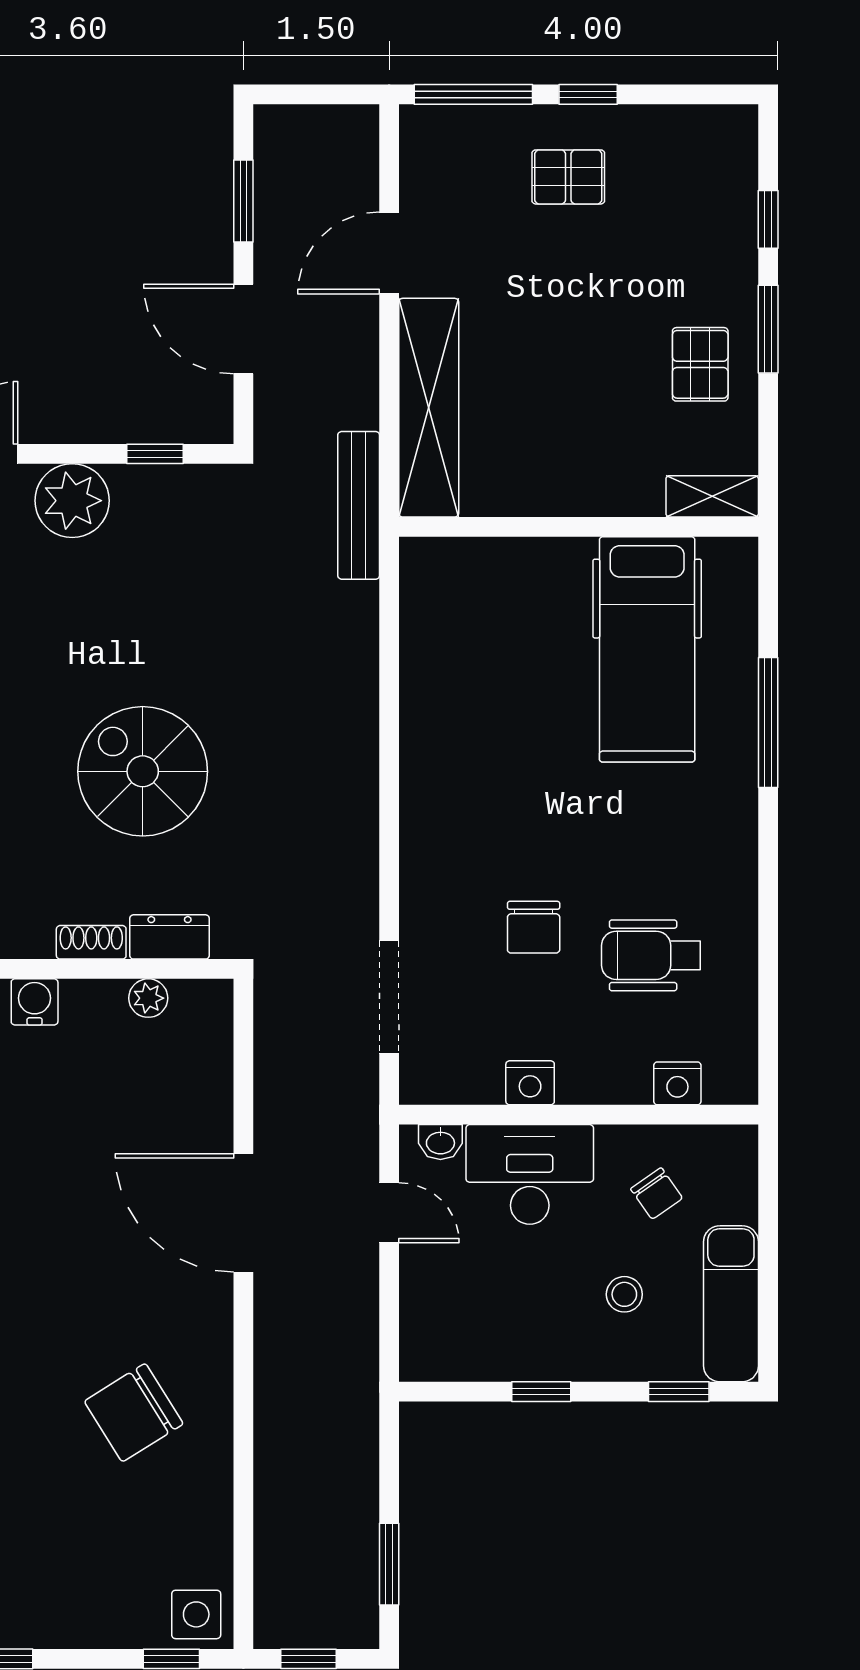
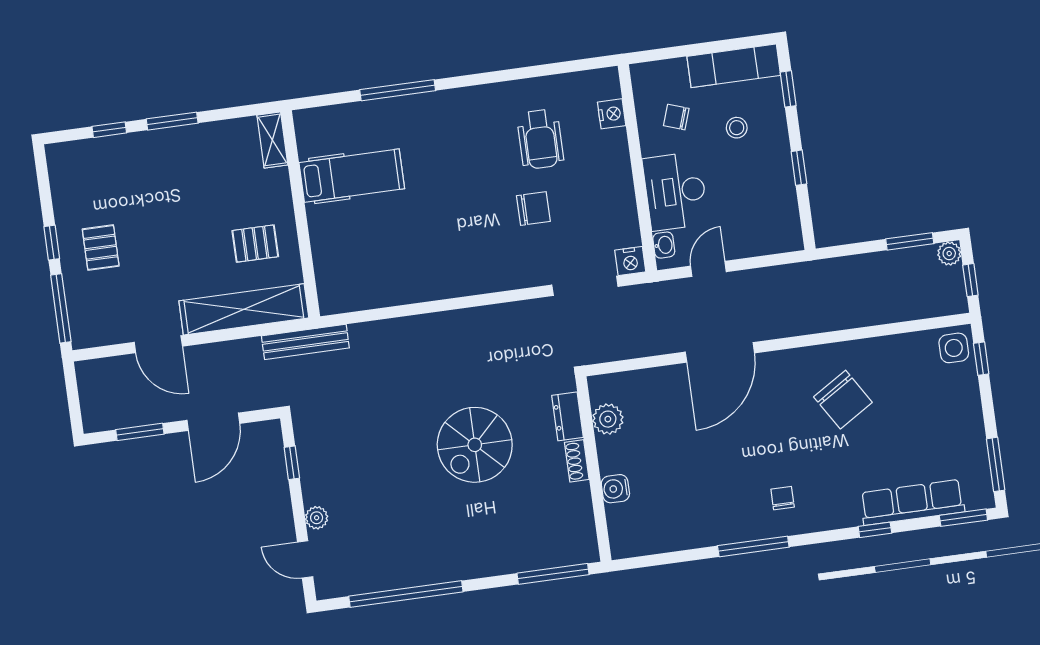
pallet: (700, 364) -> (255, 244), moved
plant: (72, 501) -> (317, 518), width x0.53, depth x0.53
hospital bed: (647, 649) -> (352, 176), width x0.73, depth x0.78
plant: (148, 998) -> (608, 419), width x1.38, depth x1.38
nightstand: (530, 1083) -> (630, 261), moved, turned 90
chair: (657, 1193) -> (676, 117), turned -126
plant: (359, 1629) -> (949, 253), added

